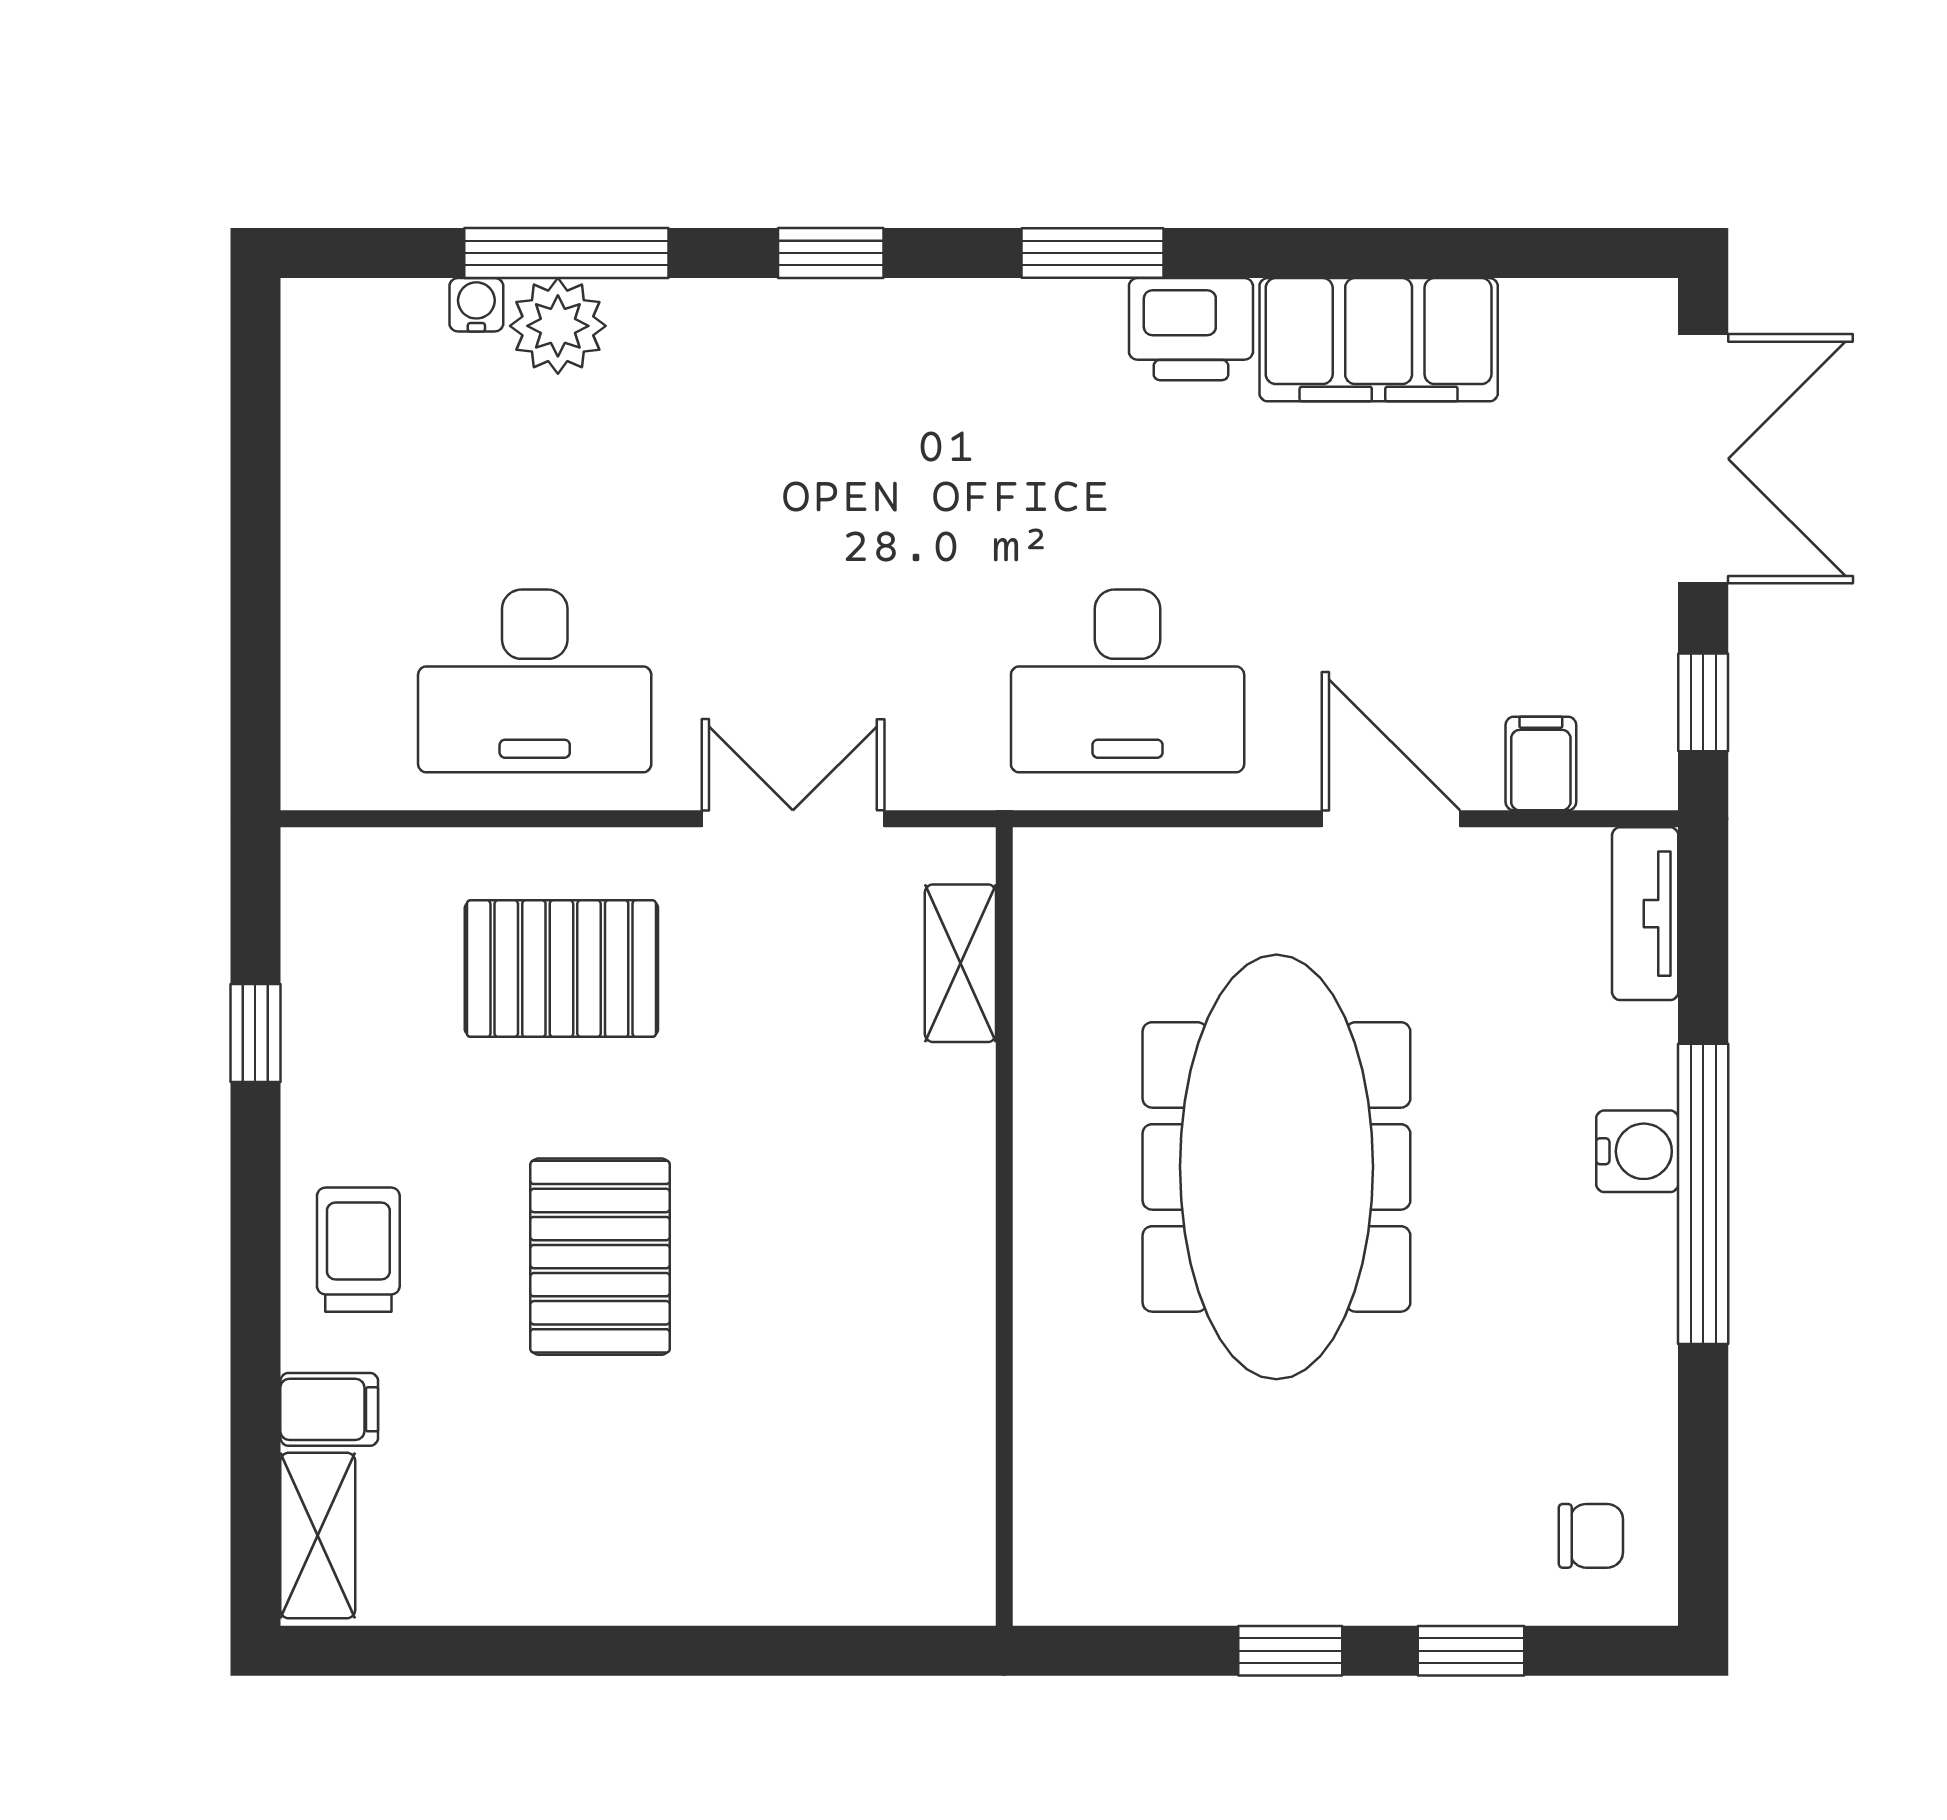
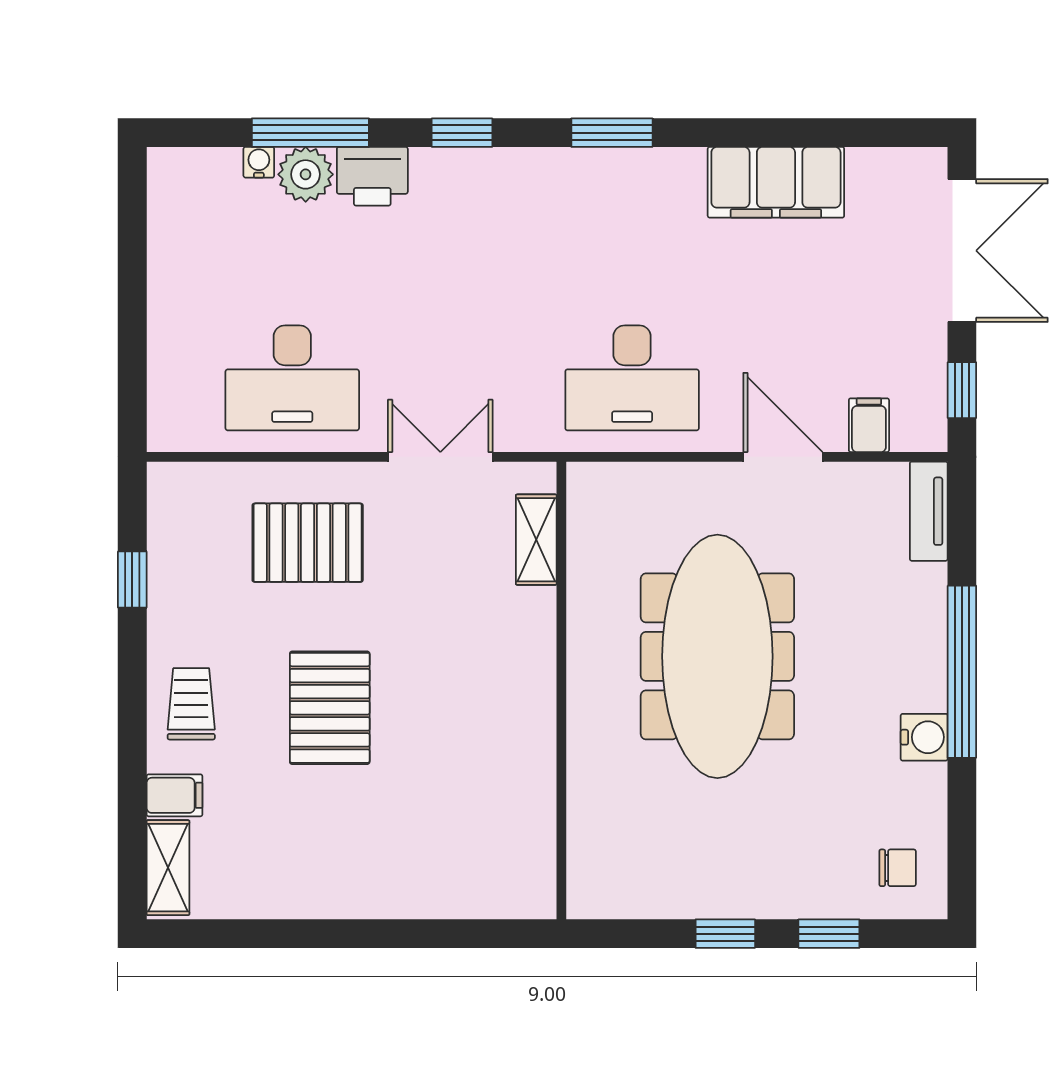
printer: (1191, 329) -> (372, 176), moved
water cooler: (1637, 1151) -> (924, 737), moved

